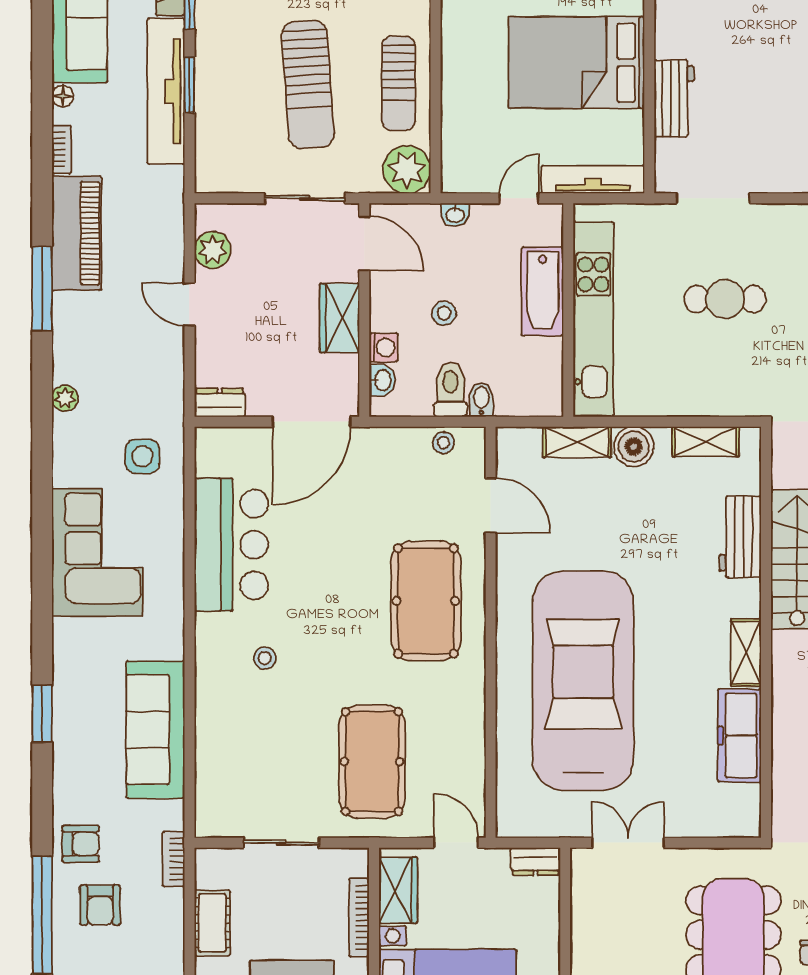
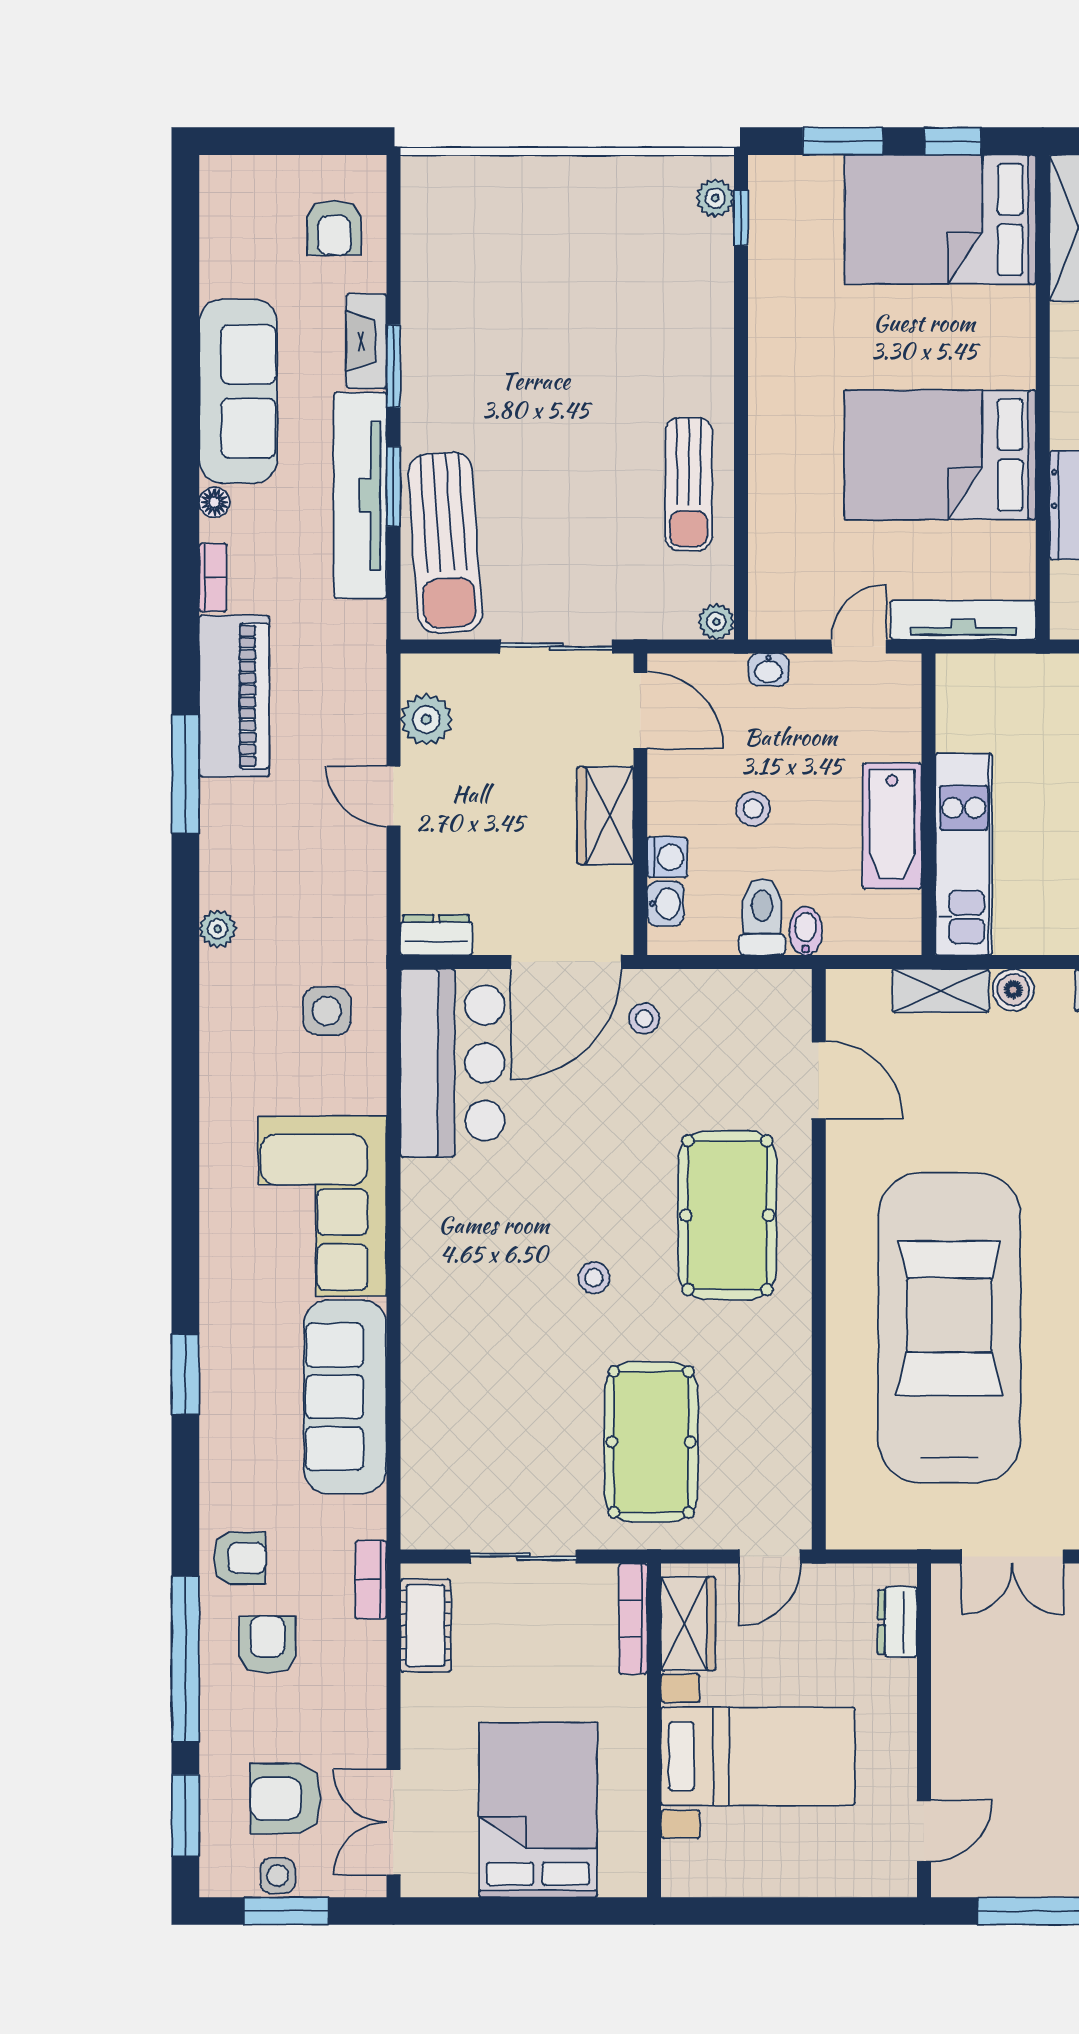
sun lounger: (308, 85) -> (445, 543), moved
plant: (407, 170) -> (716, 622), width x0.53, depth x0.53
bathtub: (543, 291) -> (892, 826), moved
kitchen unit: (593, 319) -> (964, 854), width x0.73
stool: (443, 443) -> (644, 1019), moved
boiler: (634, 447) -> (1013, 990), width x0.73, depth x0.73
bar counter: (231, 545) -> (452, 1063), moved
corner sofa: (97, 553) -> (322, 1206), moved, turned 180
stool: (265, 658) -> (594, 1278), moved
door: (456, 843) -> (770, 1557), swing flipped
double door: (628, 843) -> (1013, 1557), swing flipped
dresser: (536, 861) -> (897, 1622), moved, turned 90
armchair: (100, 905) -> (267, 1645), turned 180
bookcase: (359, 918) -> (633, 1619), moved
cot: (212, 923) -> (426, 1626), moved

